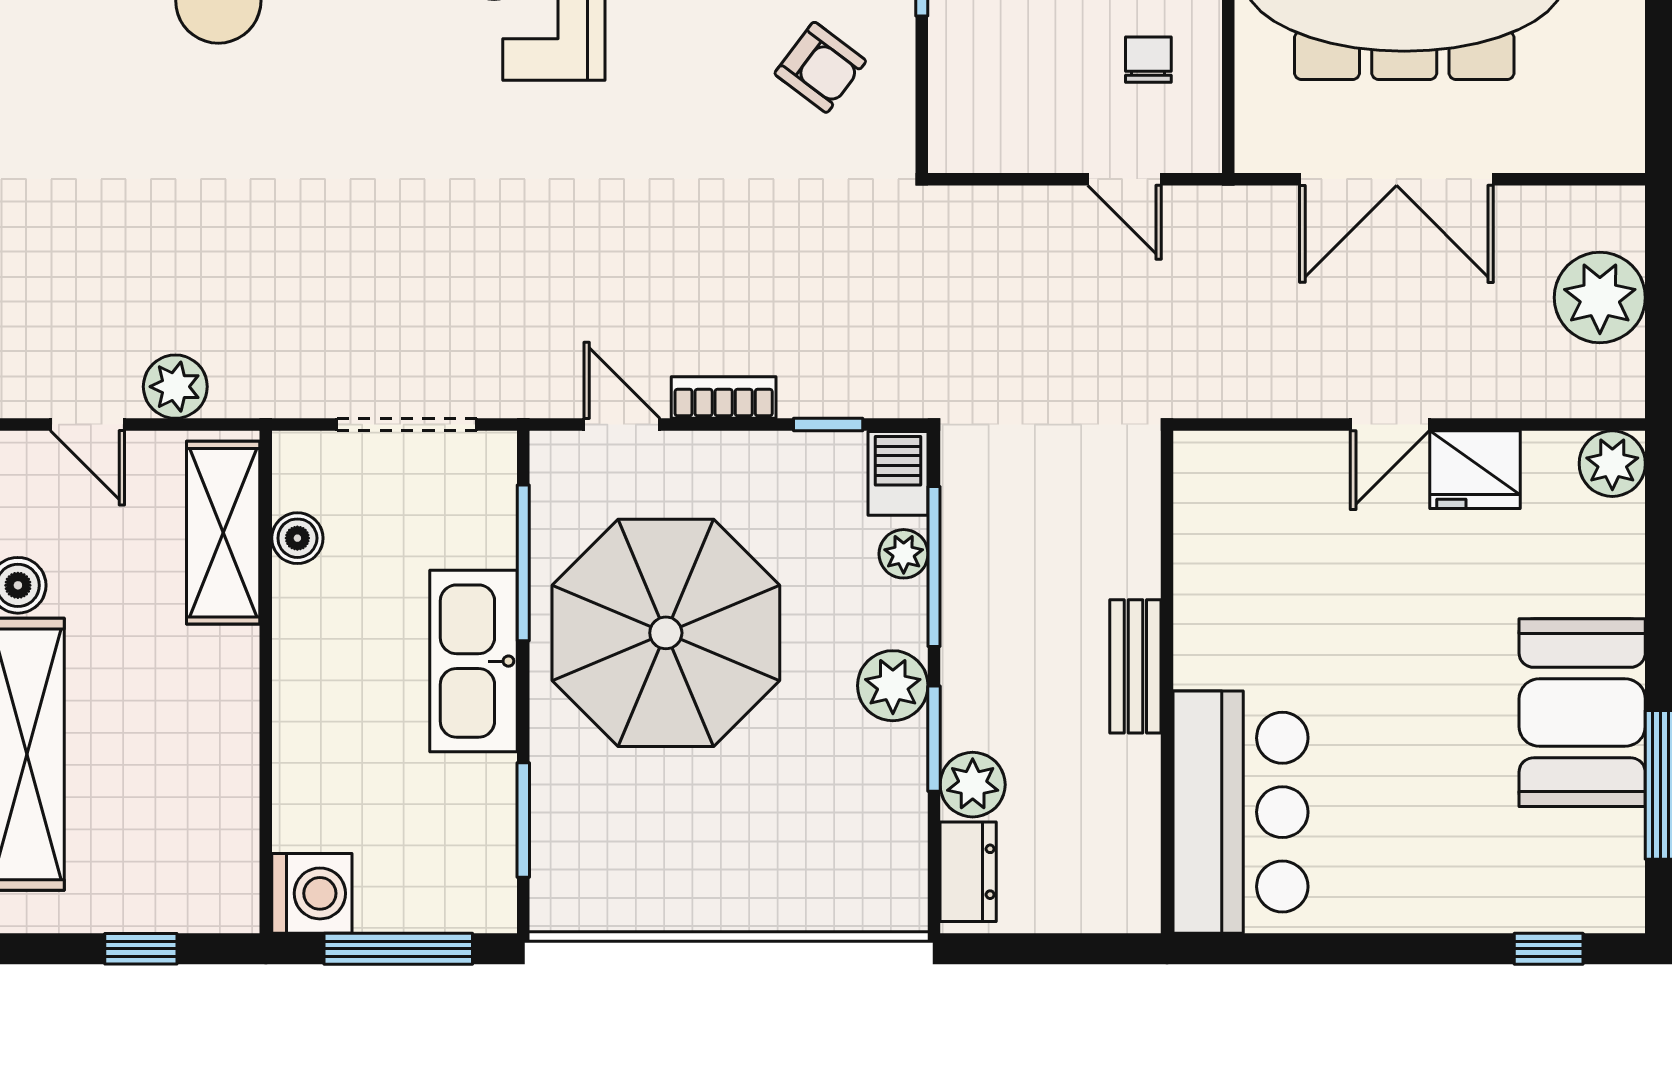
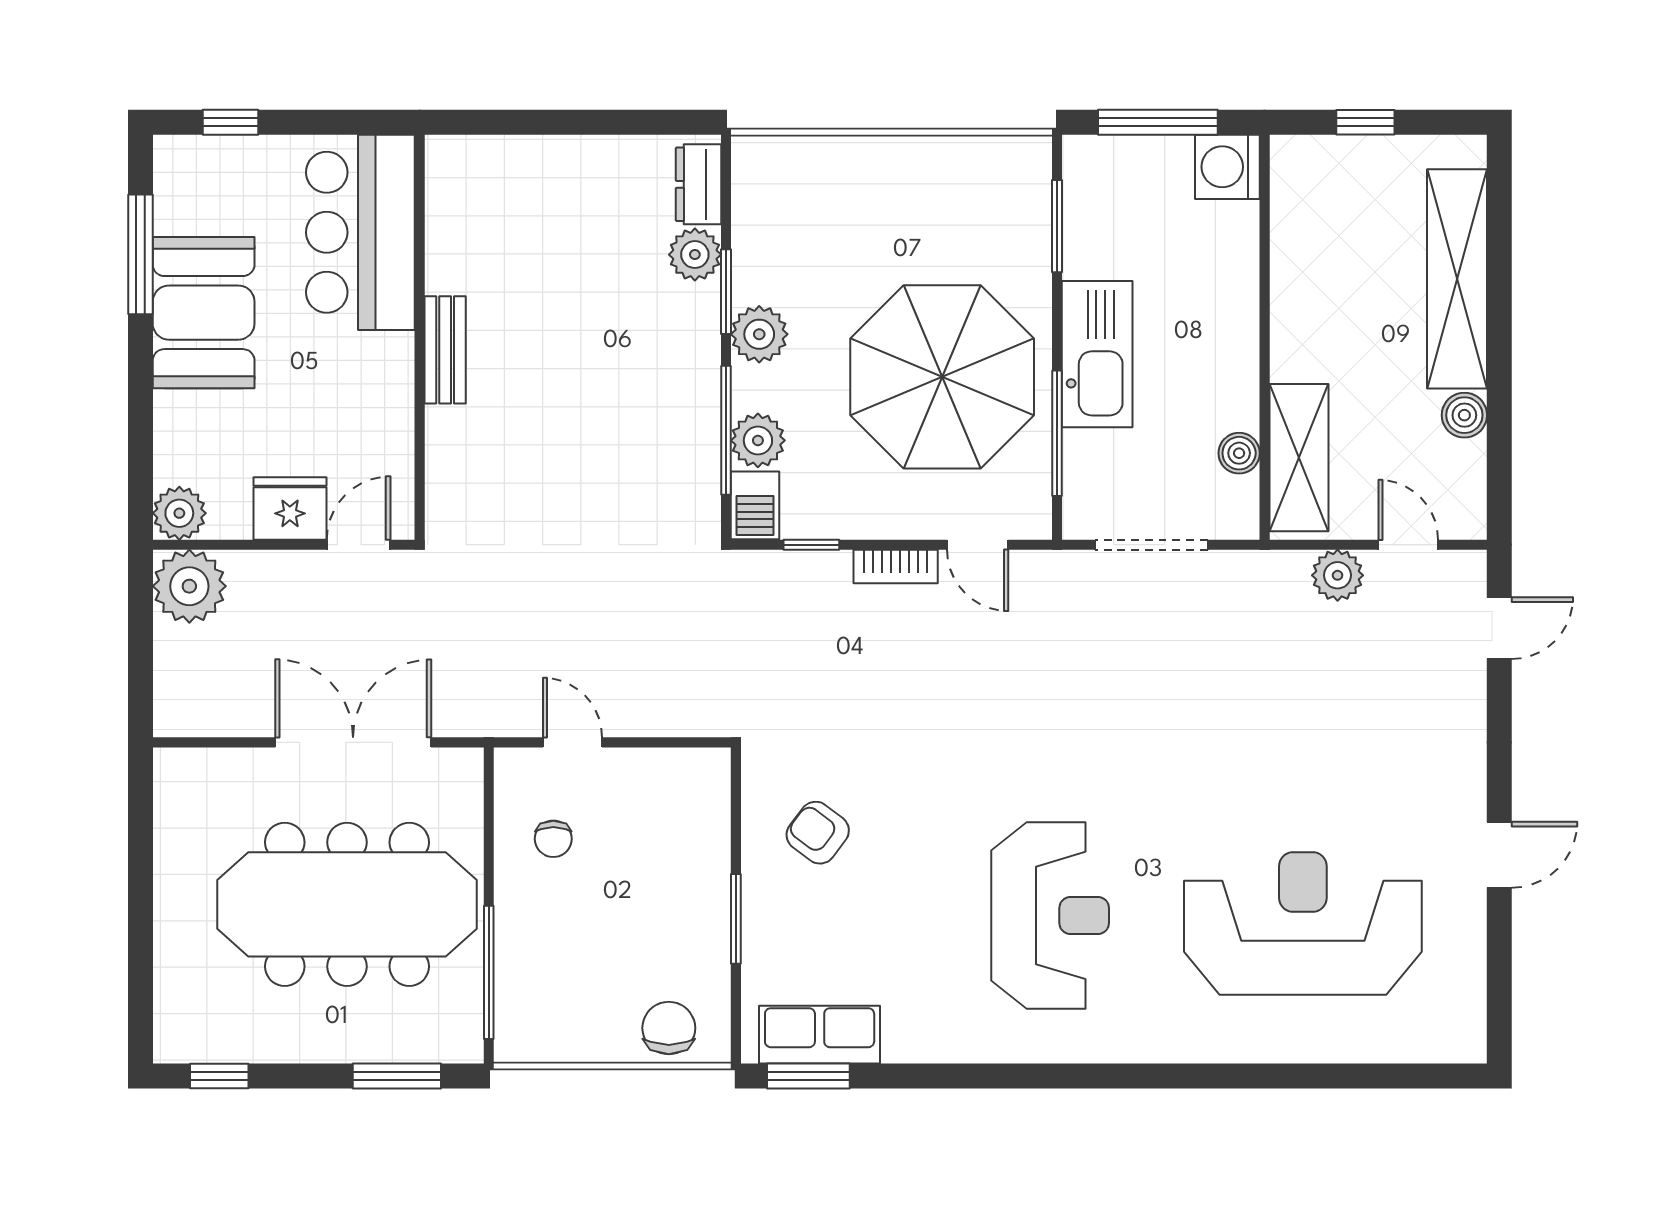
plant: (1600, 298) -> (189, 586), moved
plant: (904, 554) -> (758, 440), width x1.38, depth x1.38
bench: (1135, 666) -> (445, 350), moved
wall: (1167, 682) -> (420, 337), moved
bar counter: (1241, 812) -> (360, 232), moved

